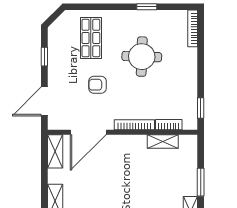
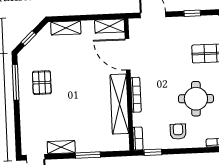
armchair: (97, 85) -> (178, 132), moved
bookcase: (169, 125) -> (138, 139), moved
shelving: (163, 141) -> (119, 104), width x2.20, depth x1.33

